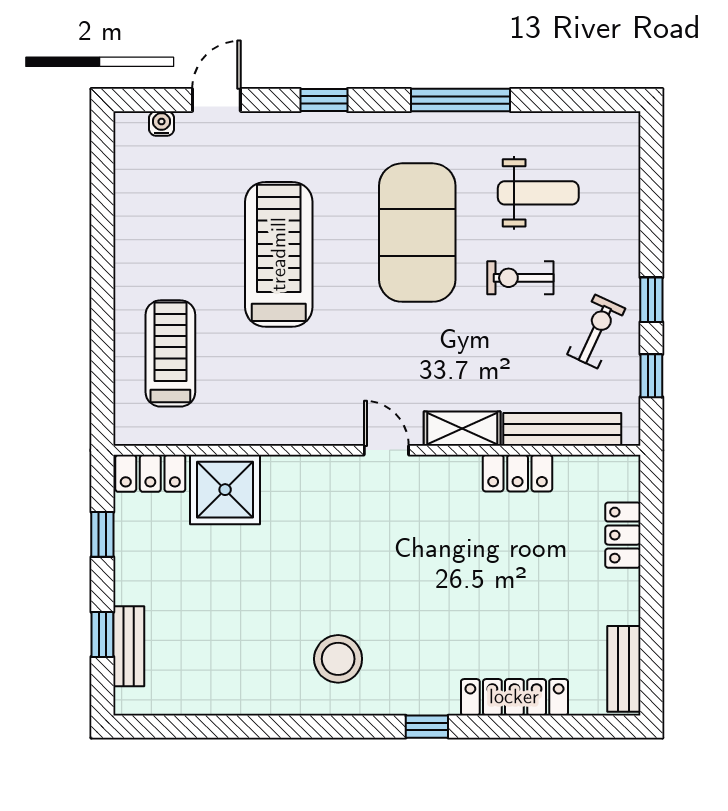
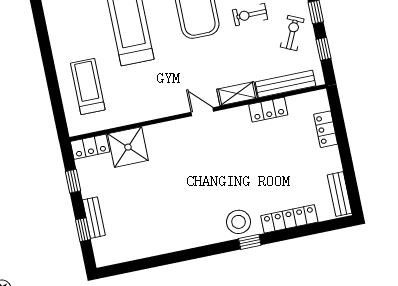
bench: (129, 646) -> (94, 218), moved
stool: (338, 659) -> (239, 222), moved

